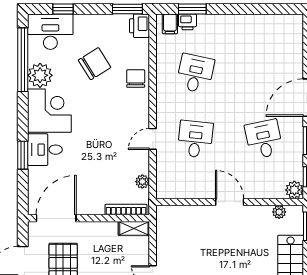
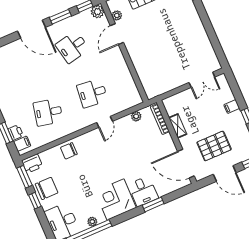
window: (63, 9) -> (35, 201), moved
chair: (95, 64) -> (47, 188), moved, turned 122
plant: (40, 75) -> (92, 222), width x0.53, depth x0.53
door: (153, 139) -> (105, 122), hinge flipped
door: (230, 202) -> (117, 34), moved
shelving: (134, 228) -> (178, 126), moved

